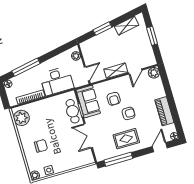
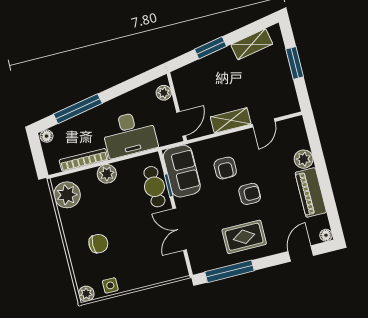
plant: (154, 73) -> (304, 159), moved
plant: (44, 105) -> (107, 174), added

